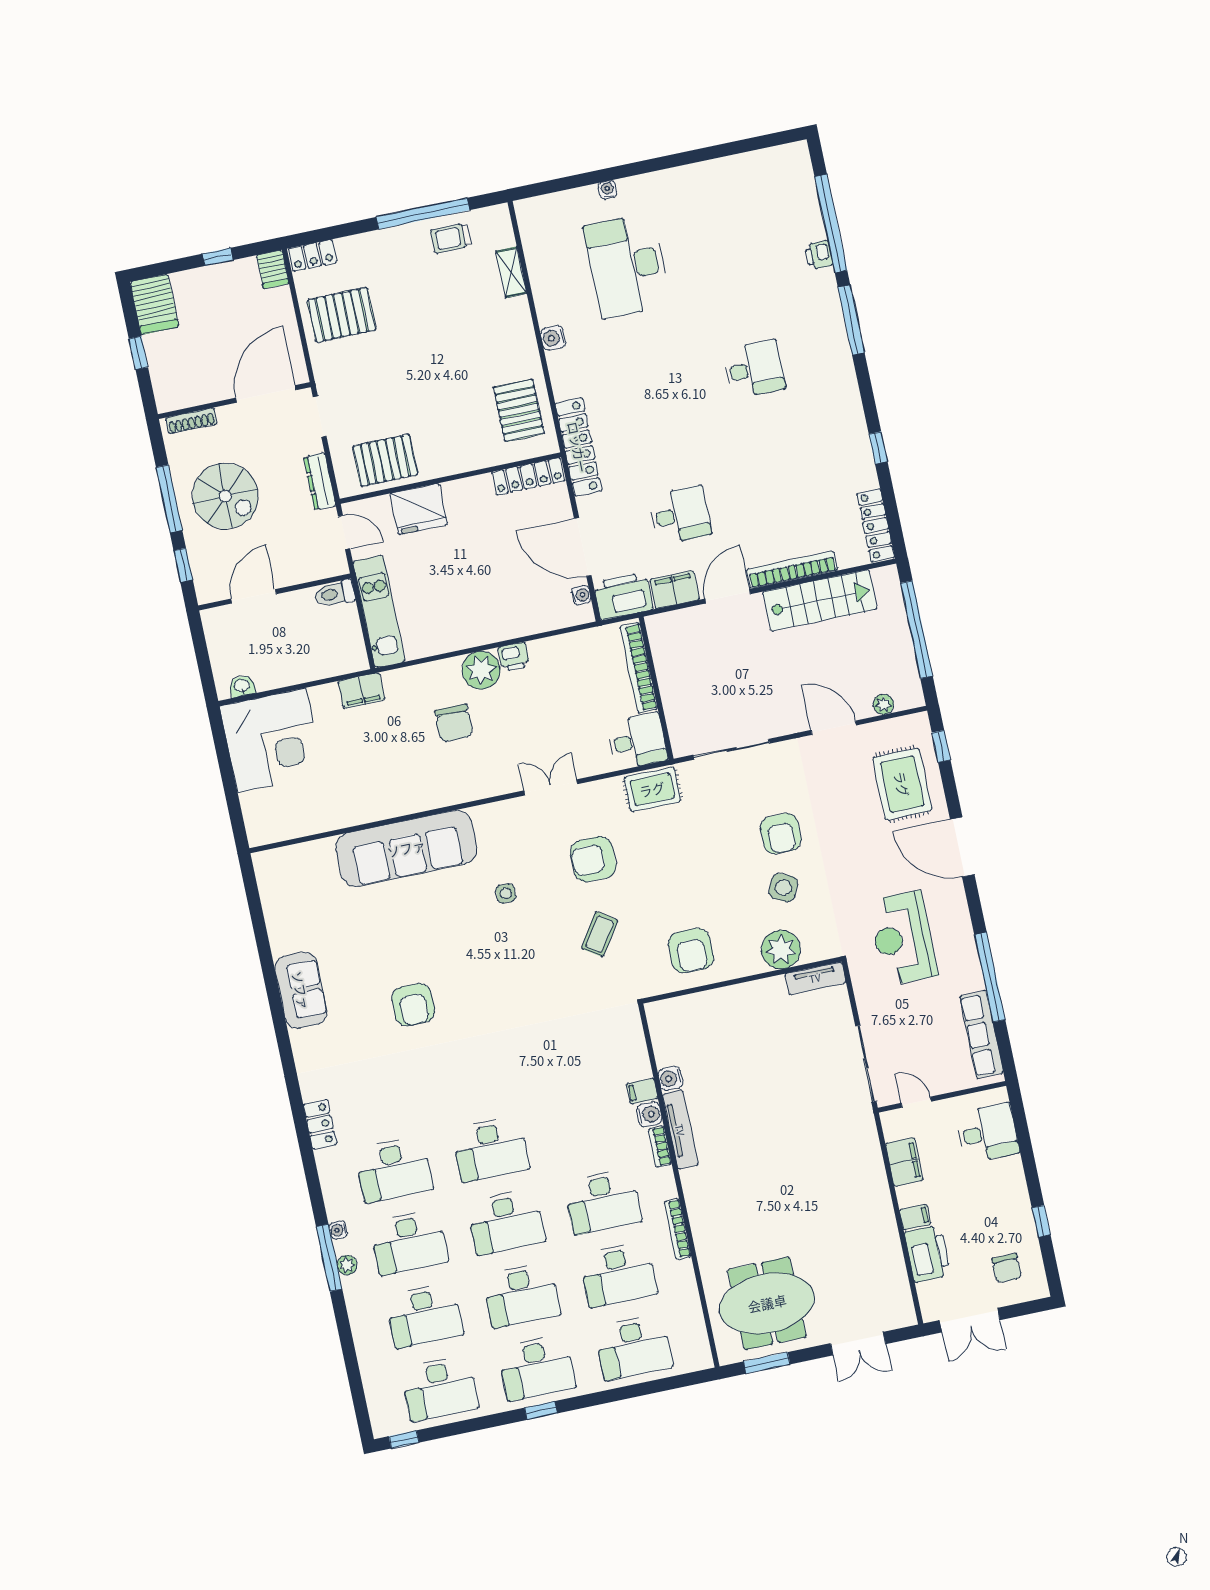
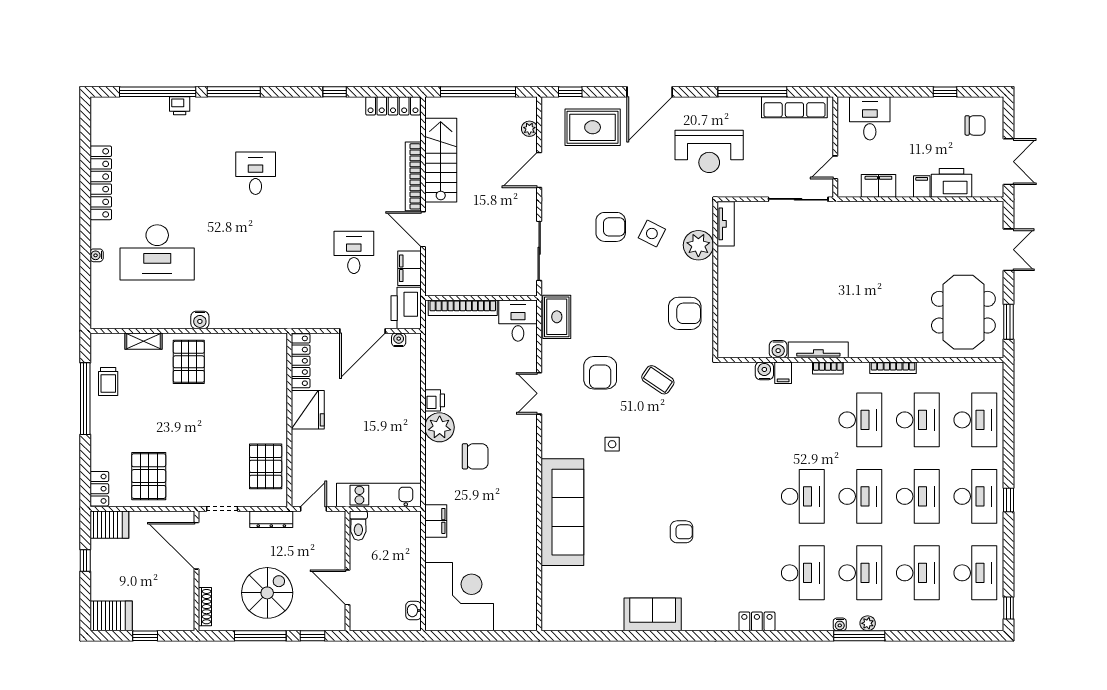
server rack: (273, 269) -> (109, 525), width x1.36, depth x1.44
pallet: (519, 410) -> (189, 362), moved, turned 90
locker: (578, 447) -> (101, 183), moved, turned 90
fridge: (419, 509) -> (308, 410), moved
armchair: (413, 1005) -> (681, 532), width x0.72, depth x0.72
water cooler: (649, 1114) -> (764, 371), moved

